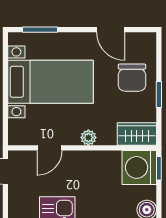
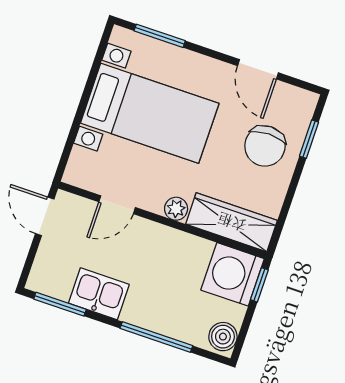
window: (159, 94) -> (309, 139), moved
wardrobe: (137, 134) -> (232, 222), width x1.50

